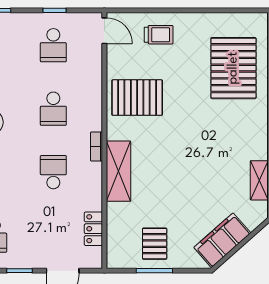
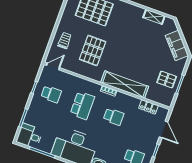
pallet: (137, 98) -> (93, 51), moved
school desk: (53, 109) -> (82, 105), width x1.85
shelving: (118, 171) -> (125, 84), width x1.47
school desk: (53, 172) -> (114, 117), turned 180

